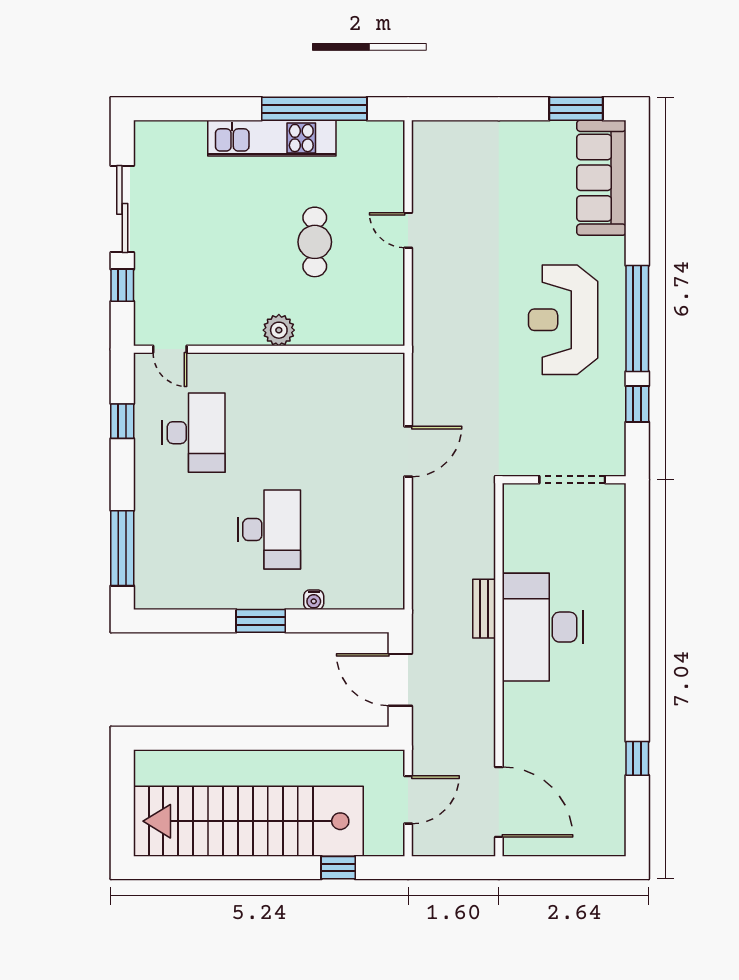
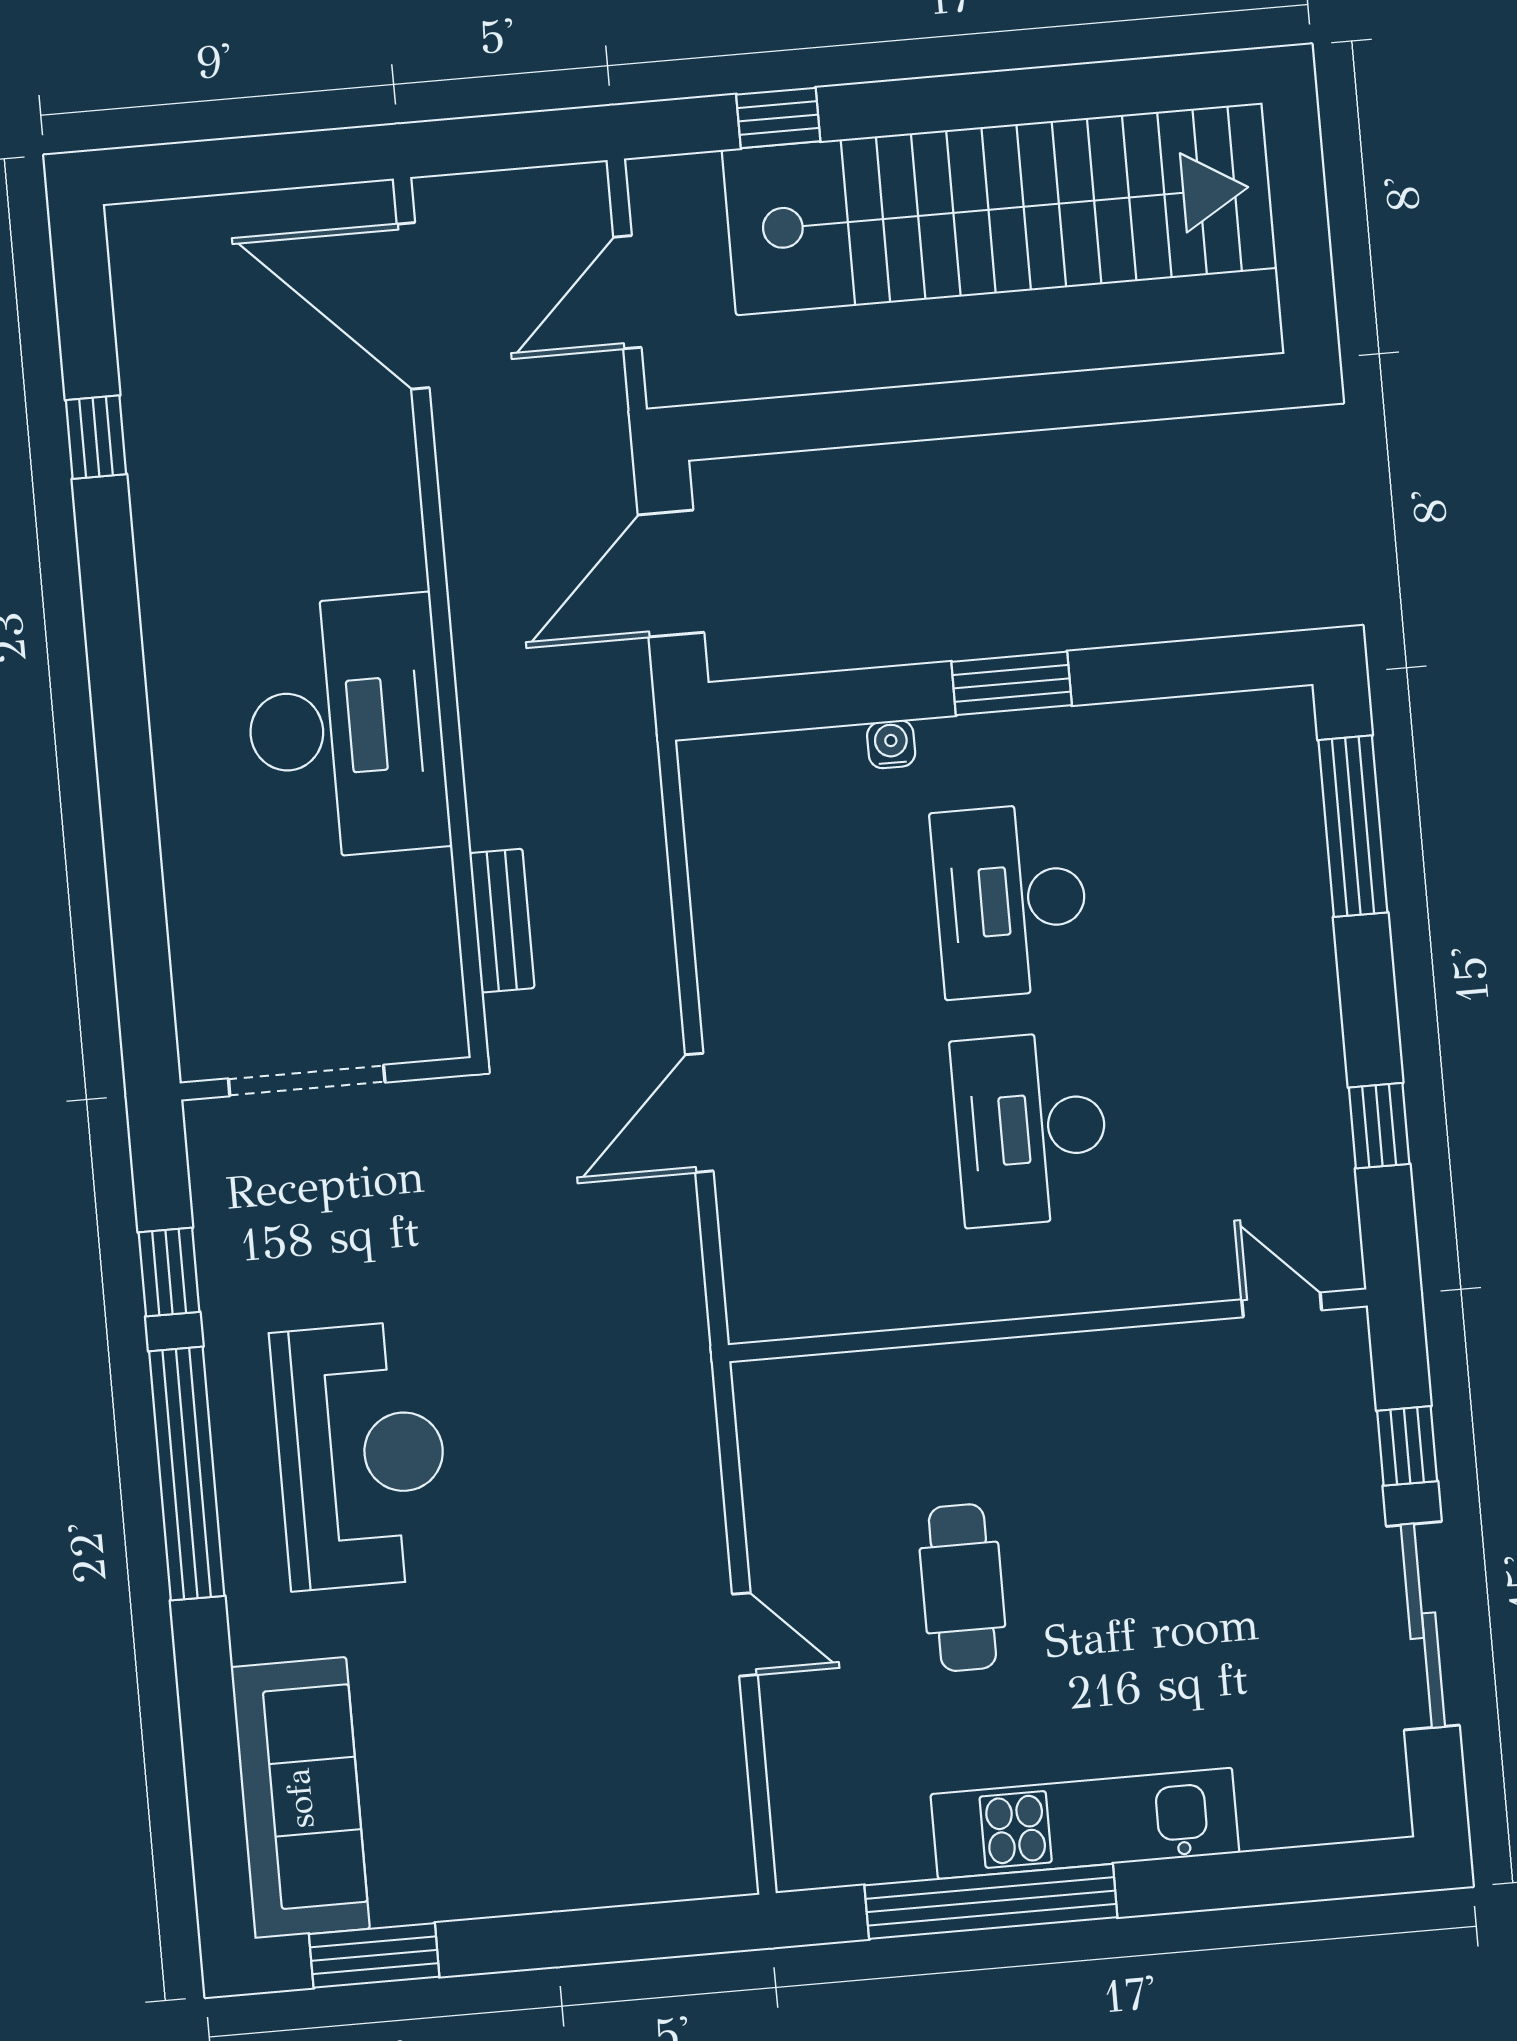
plant: (279, 330) -> (1029, 1372), removed
desk: (194, 433) -> (1031, 1129), moved
bench: (484, 609) -> (502, 921), moved
door: (400, 680) -> (671, 574), swing flipped

